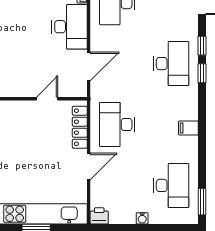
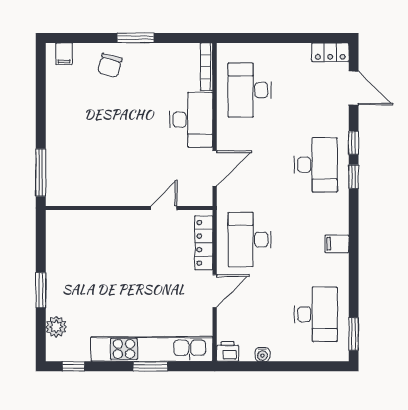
water cooler: (142, 218) -> (262, 354), moved

